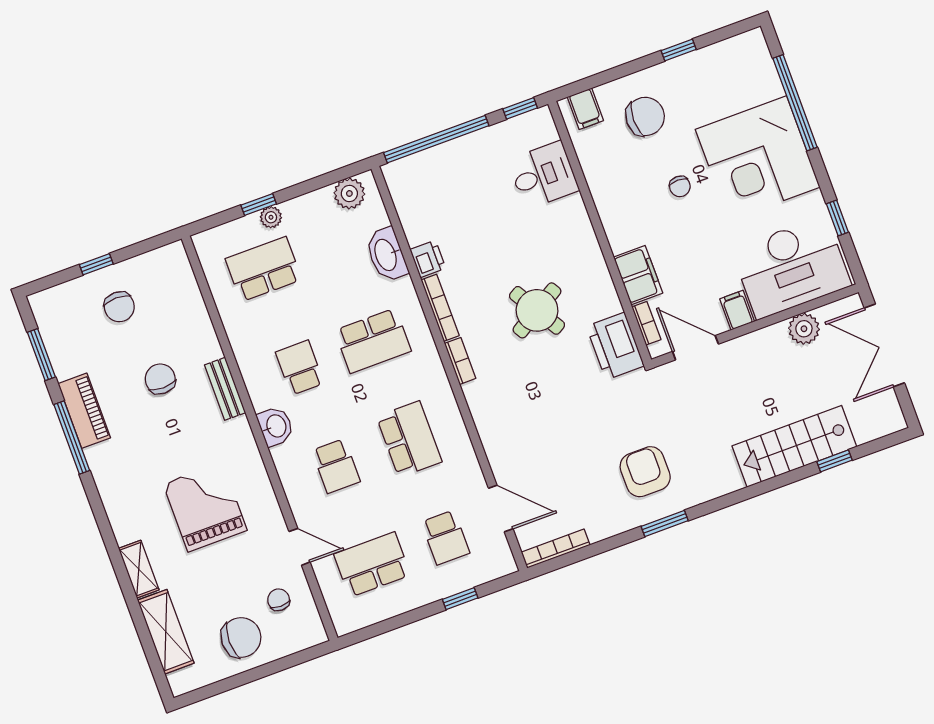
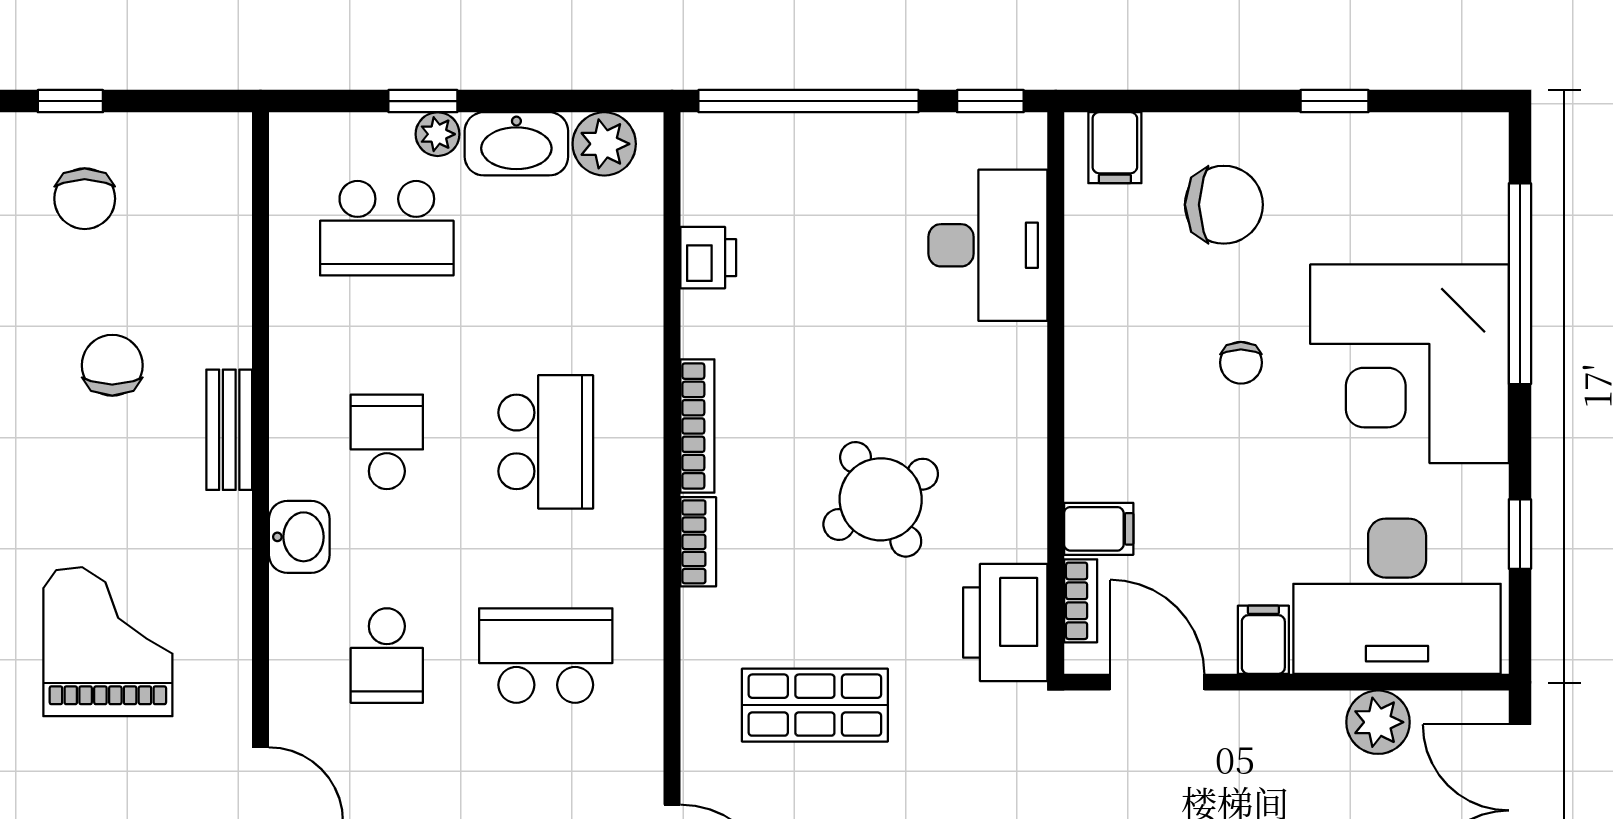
desk: (543, 175) -> (988, 245), width x1.37
washbasin: (386, 255) -> (516, 144), moved, turned -90
printer: (428, 259) -> (708, 258), moved
school desk: (264, 269) -> (387, 228), turned 180
filing cabinet: (638, 275) -> (1099, 529), width x0.50
school desk: (373, 341) -> (546, 442), turned -90
shop shelf: (542, 416) -> (815, 705), added
school desk: (409, 439) -> (546, 656), turned -90

